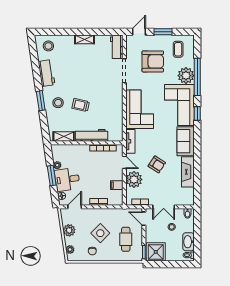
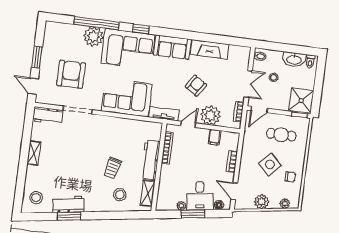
coffee table: (178, 49) -> (60, 42), removed
window: (41, 101) -> (69, 216), moved
stool: (58, 103) -> (120, 195), moved

